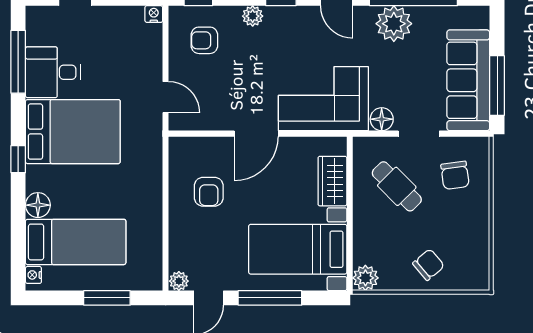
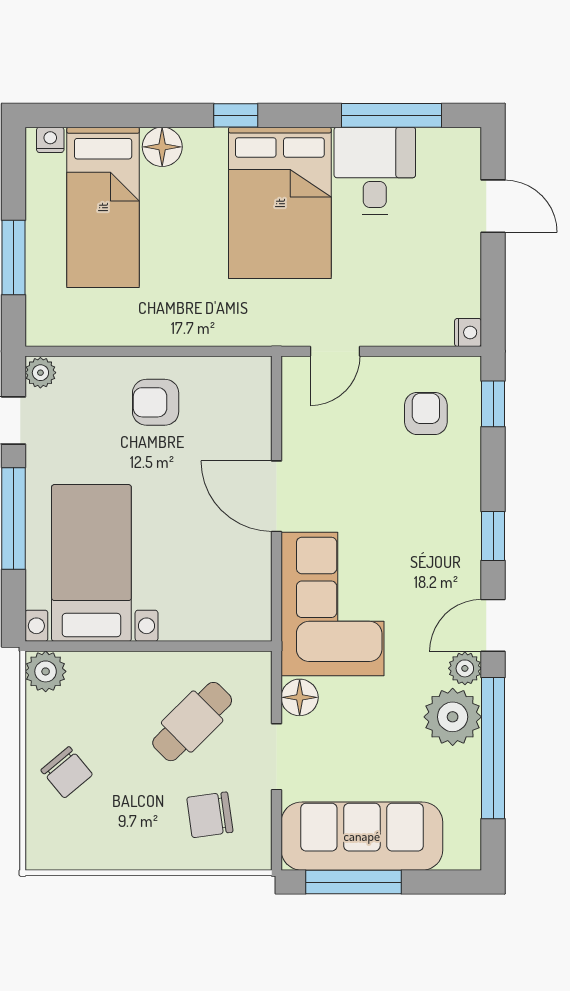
plant: (253, 16) -> (465, 668), moved
wardrobe: (332, 181) -> (201, 618), removed
armchair: (209, 192) -> (156, 402), moved

